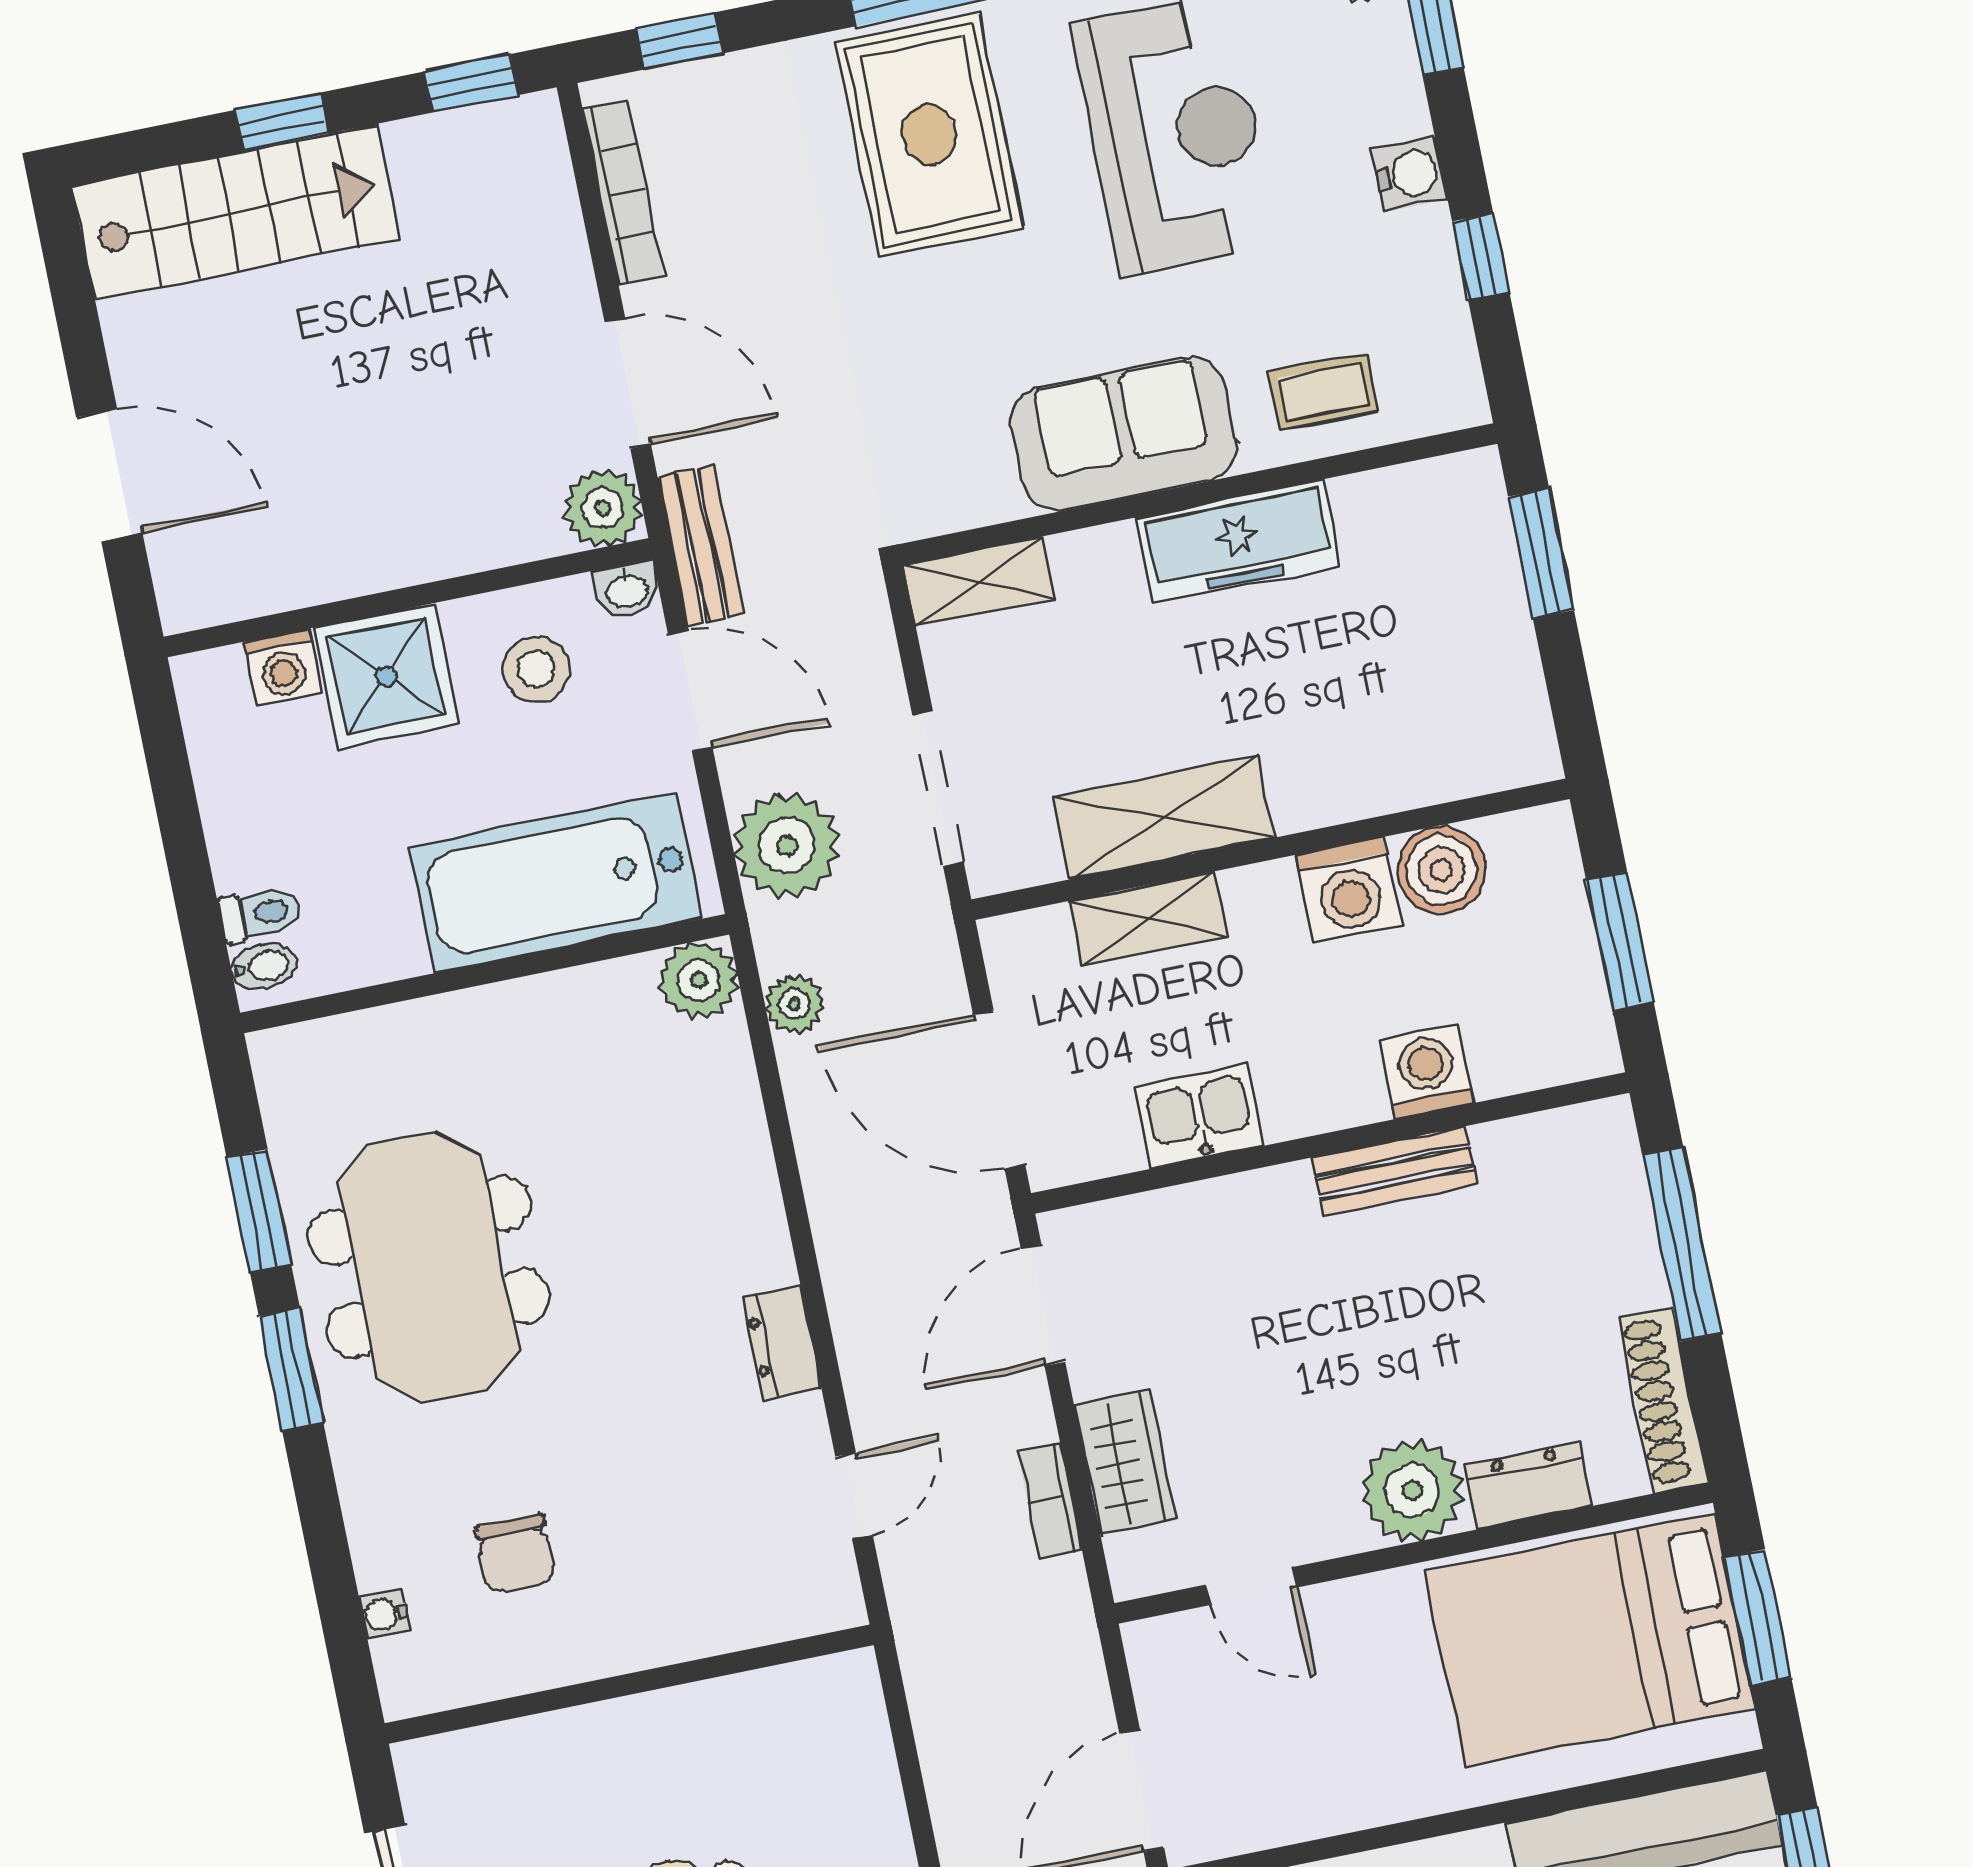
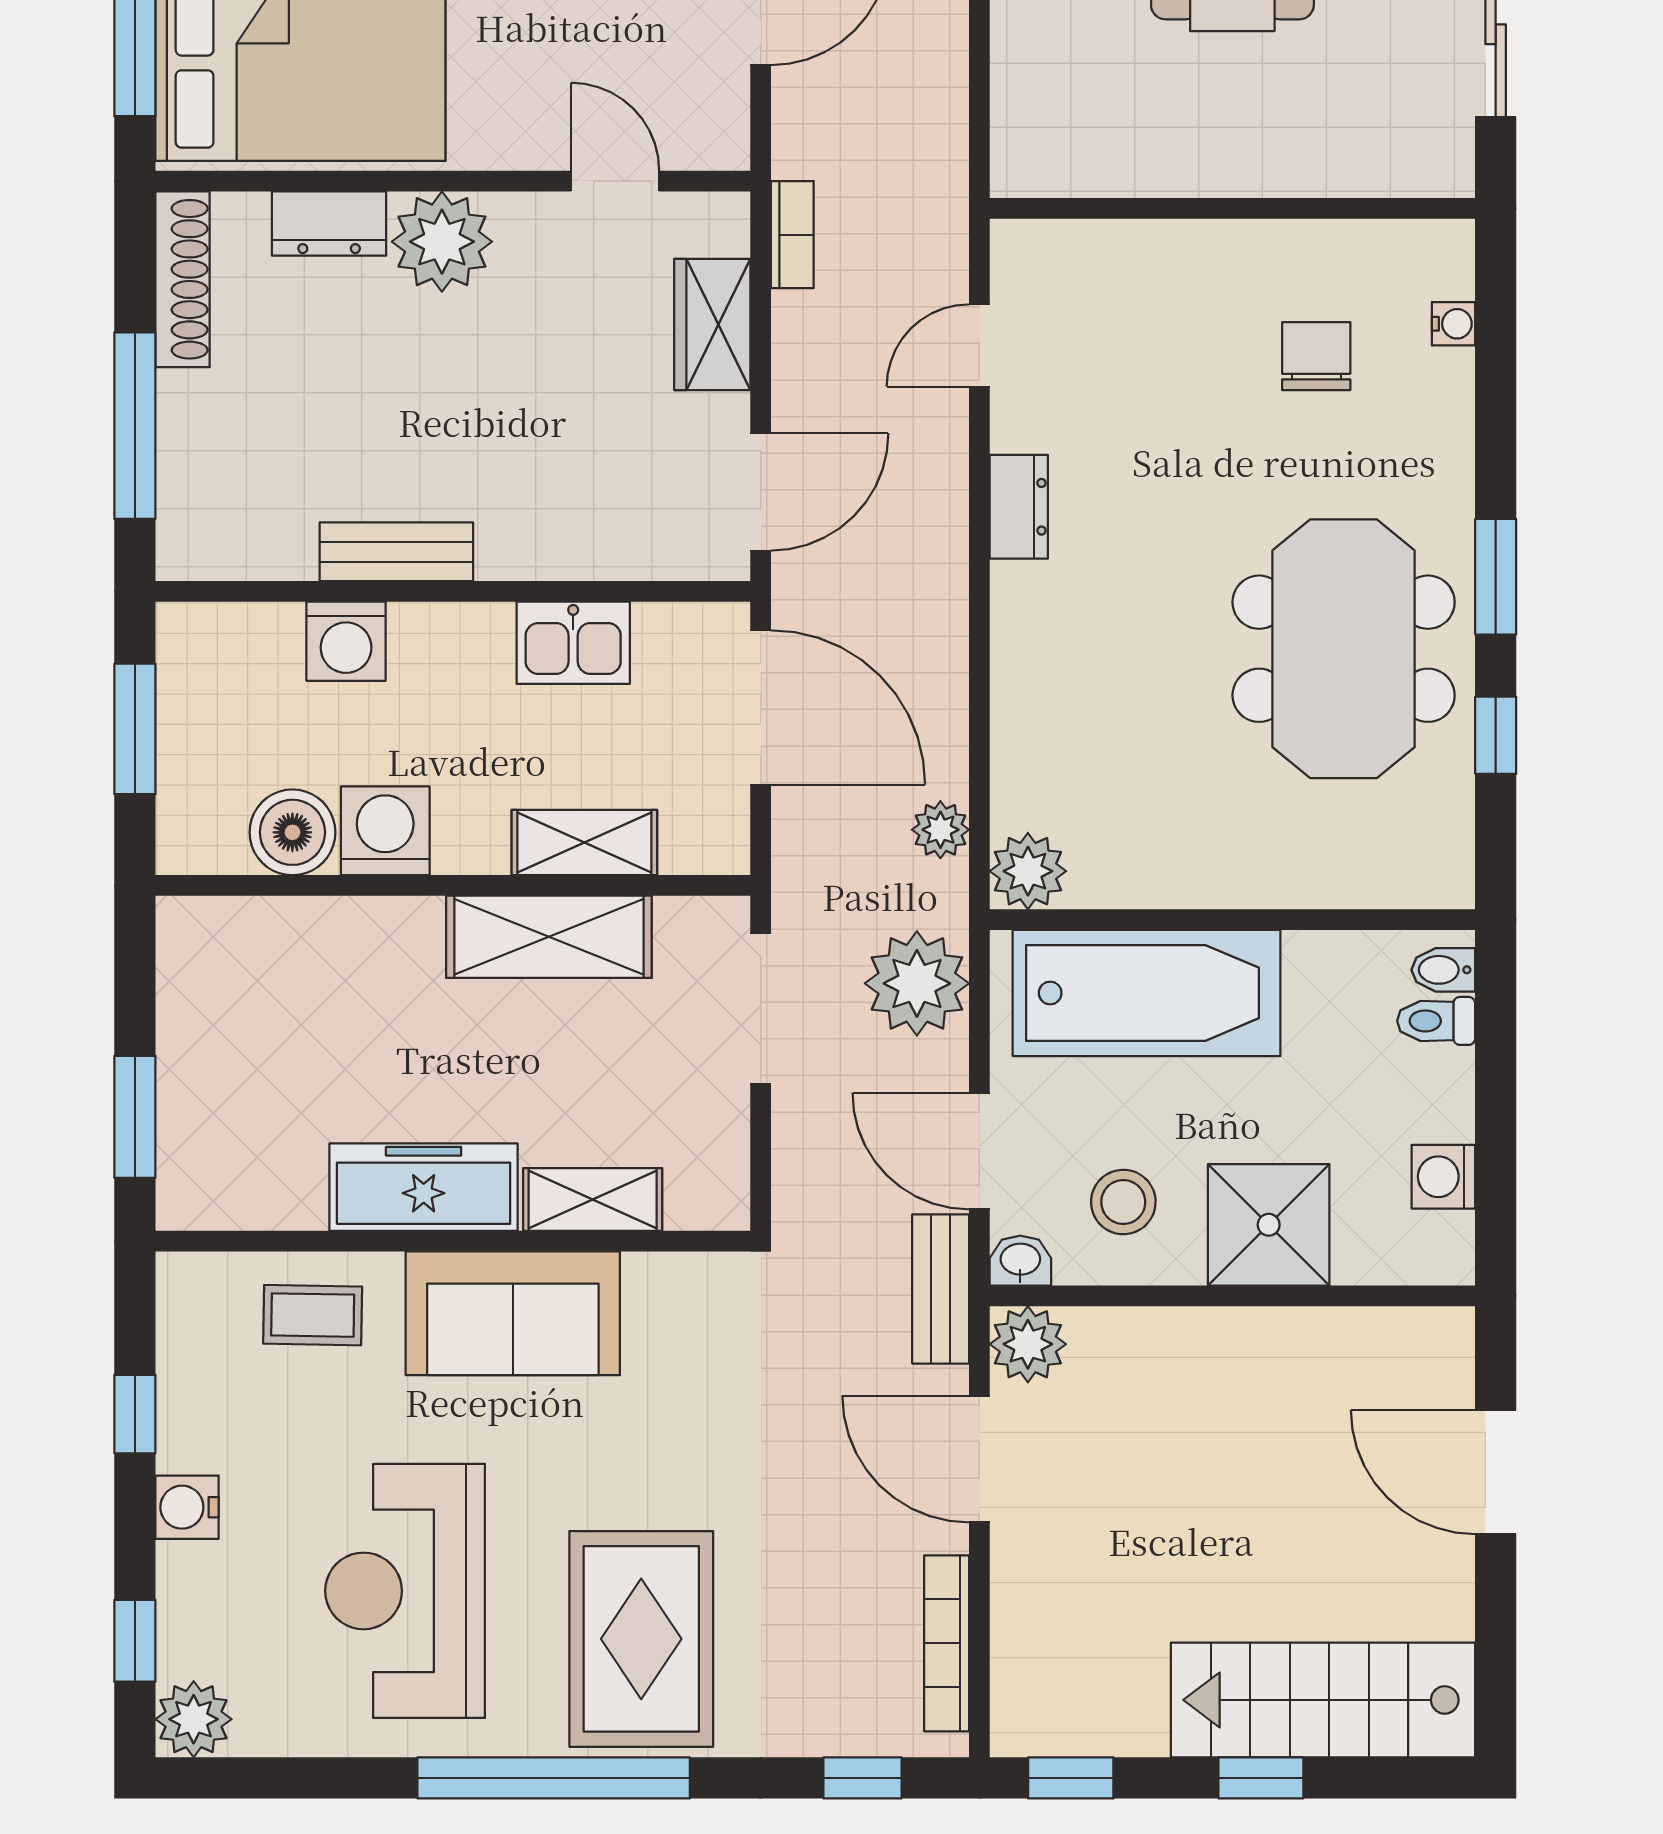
shelving: (979, 582) -> (593, 1200), moved
washing machine: (282, 667) -> (1443, 1177), moved, turned -90
window: (259, 1211) -> (1496, 735), width x0.67
bookcase: (1050, 1500) -> (792, 235), moved

